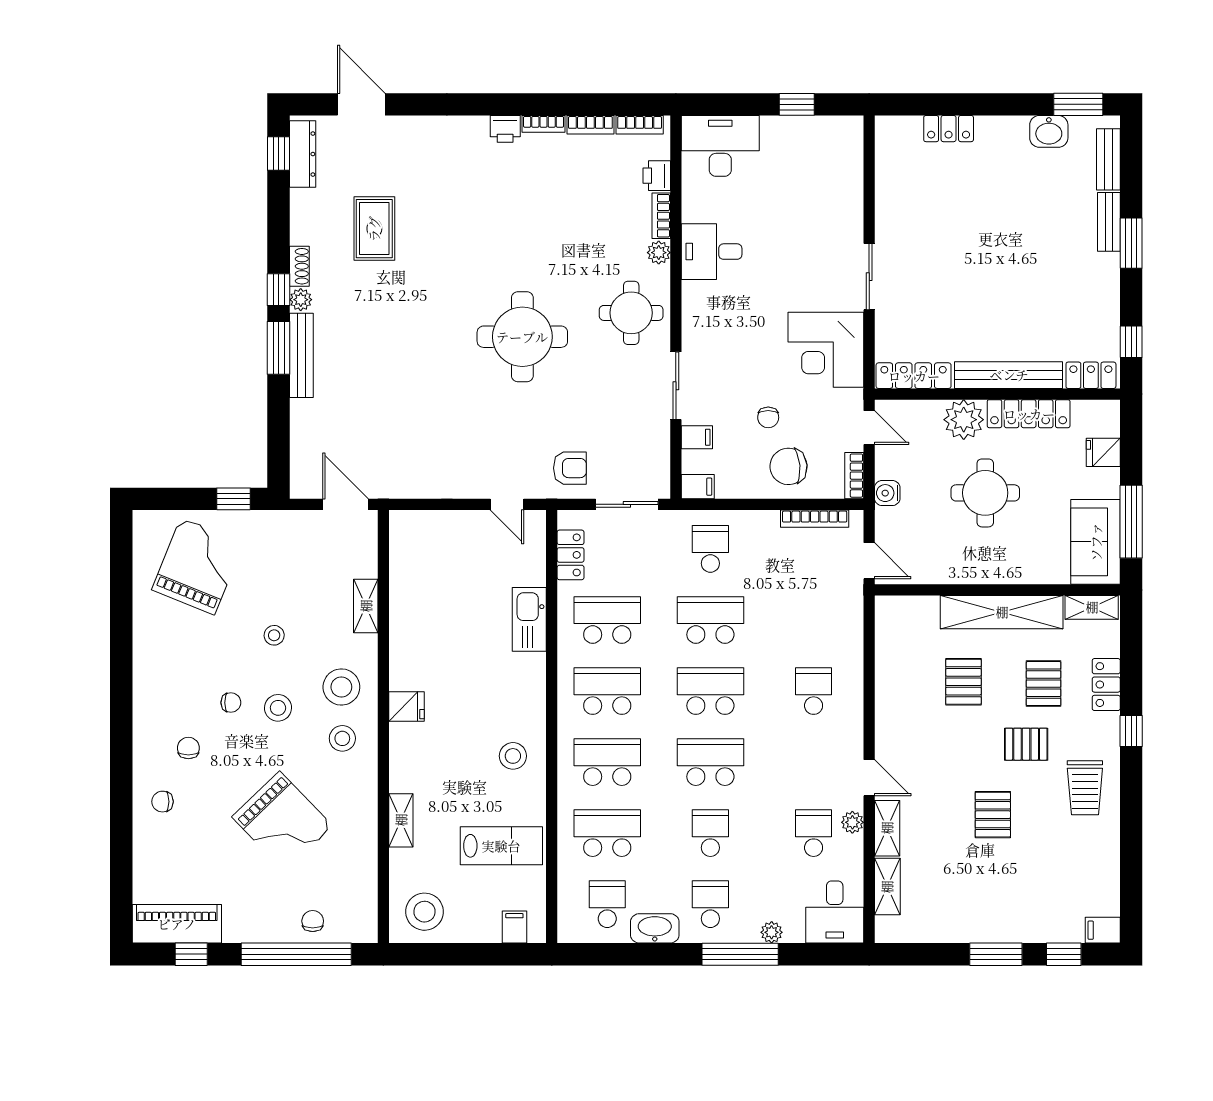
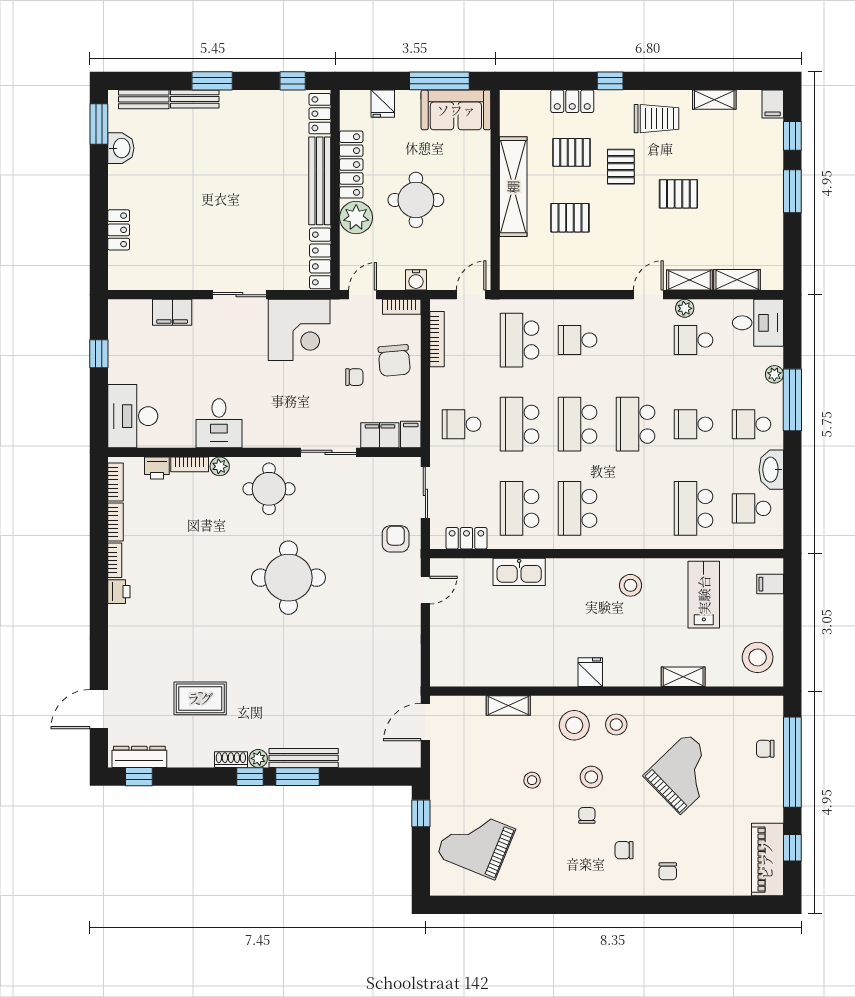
filing cabinet: (848, 194) -> (172, 312), added
filing cabinet: (697, 437) -> (380, 435), width x2.00
shelving: (1092, 607) -> (714, 100), moved, turned 90
school desk: (607, 762) -> (520, 340), moved

